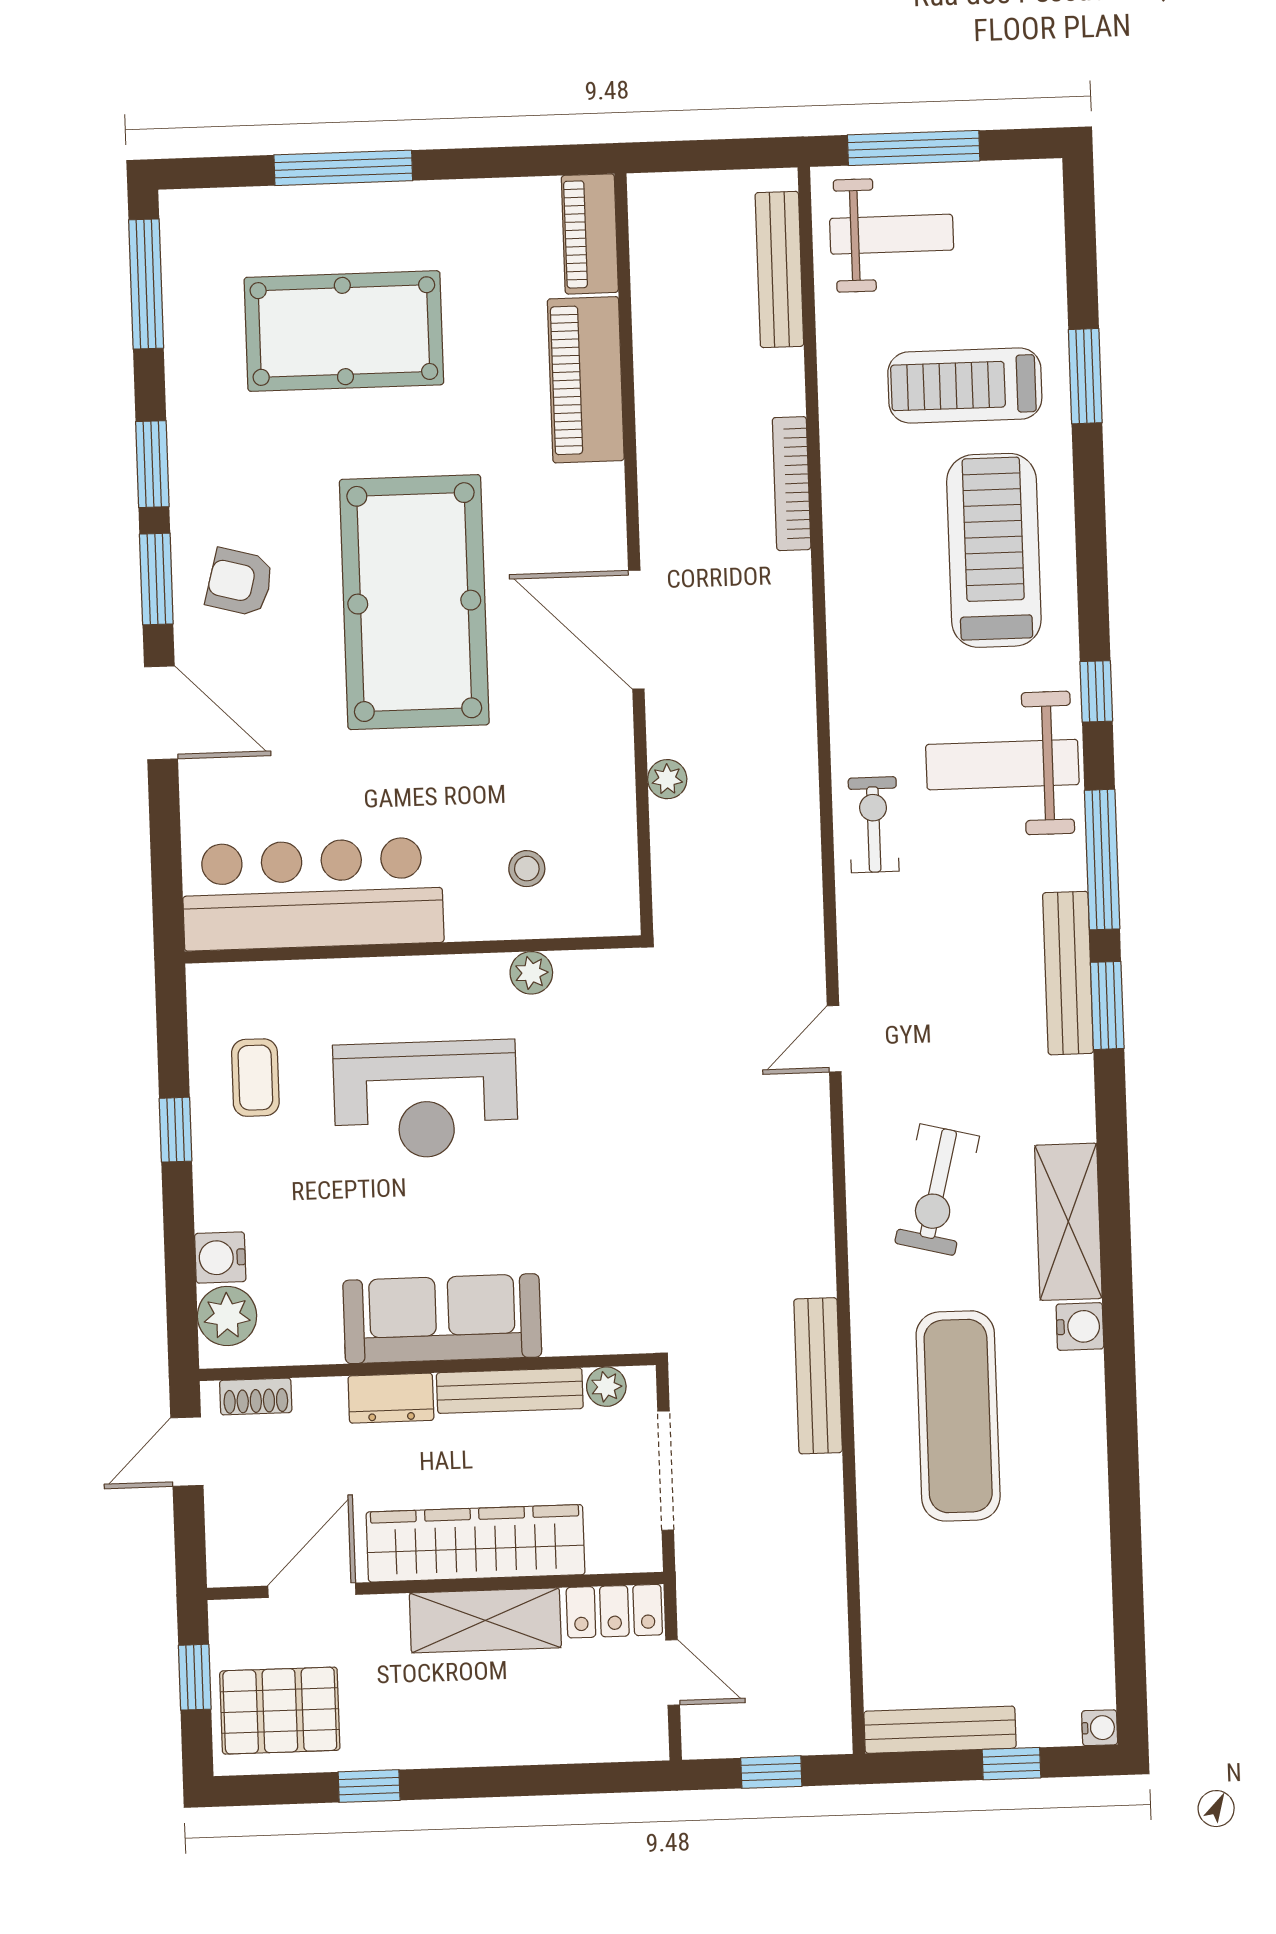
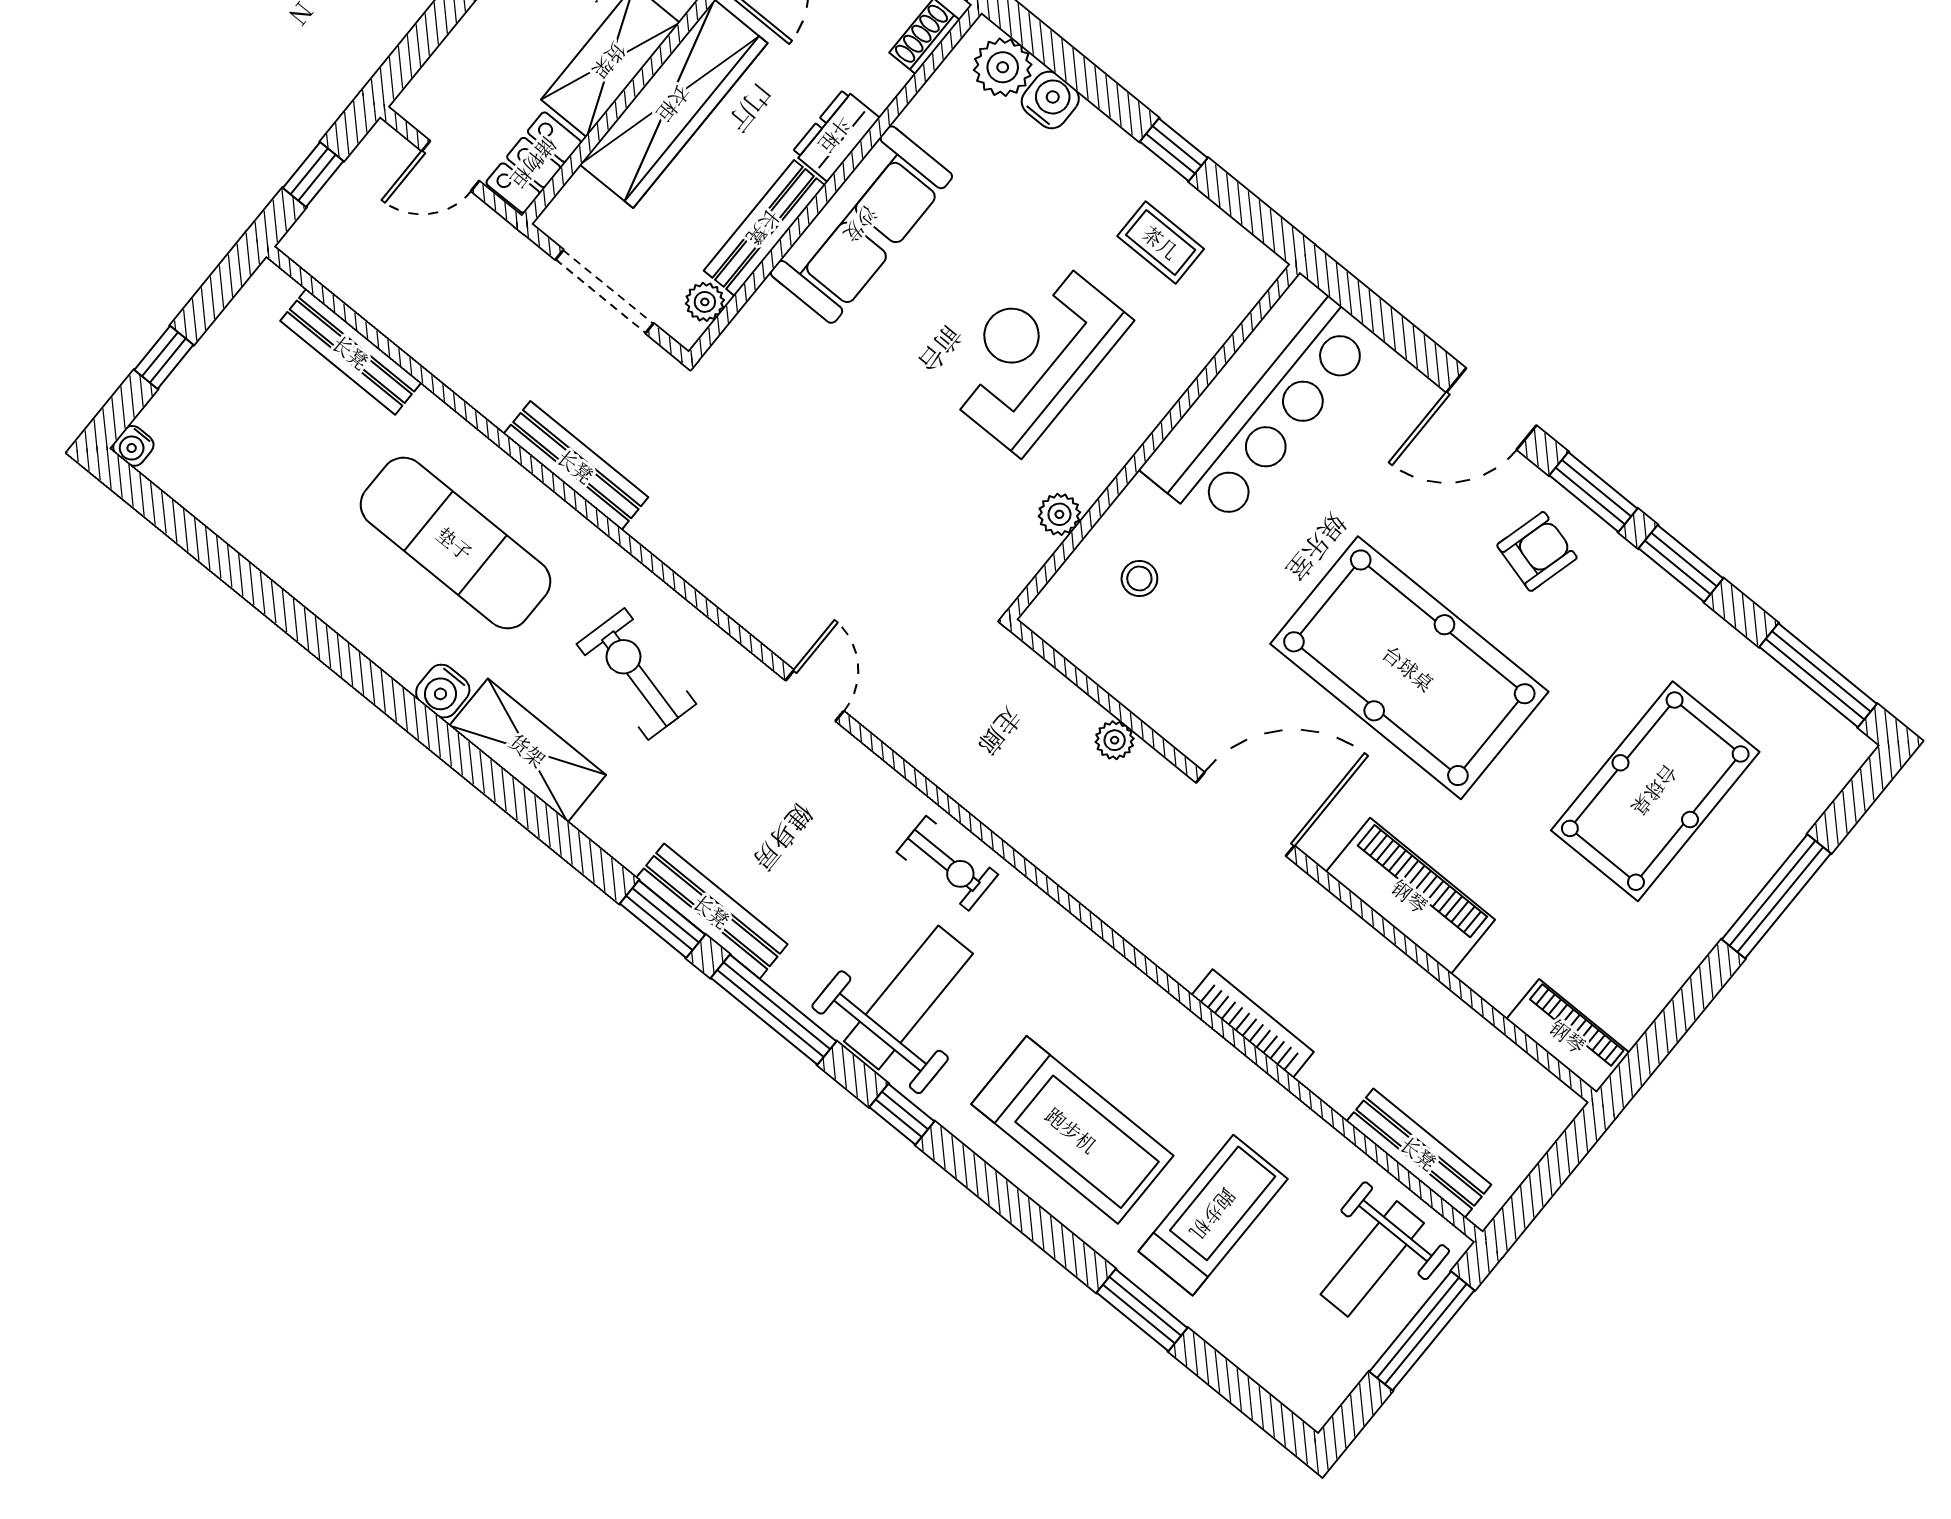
piano: (586, 380) -> (1410, 896), moved
bench: (940, 1730) -> (351, 352), moved, turned 90

